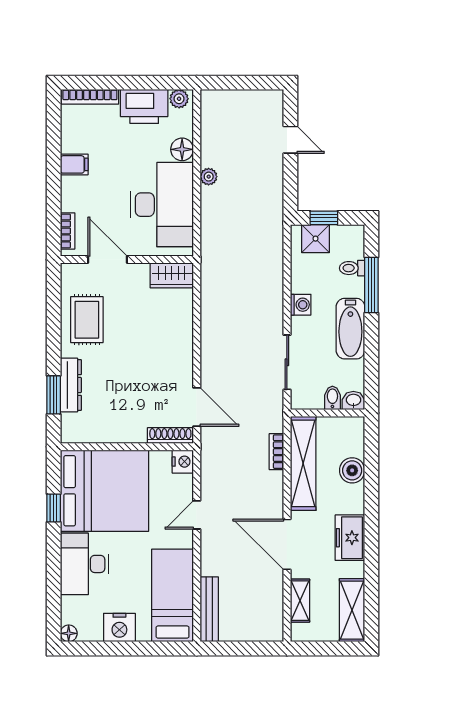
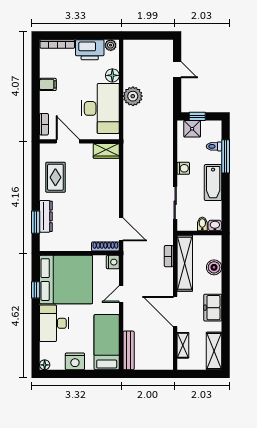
plant: (209, 177) -> (133, 96), width x1.87, depth x1.87

